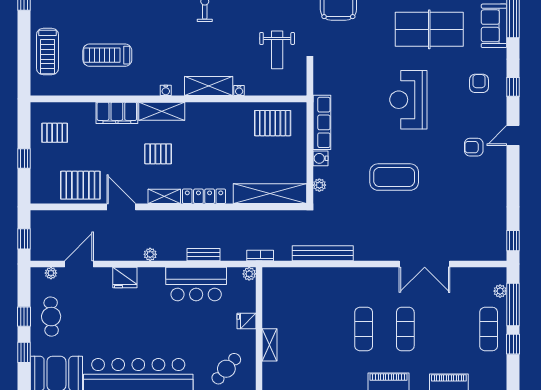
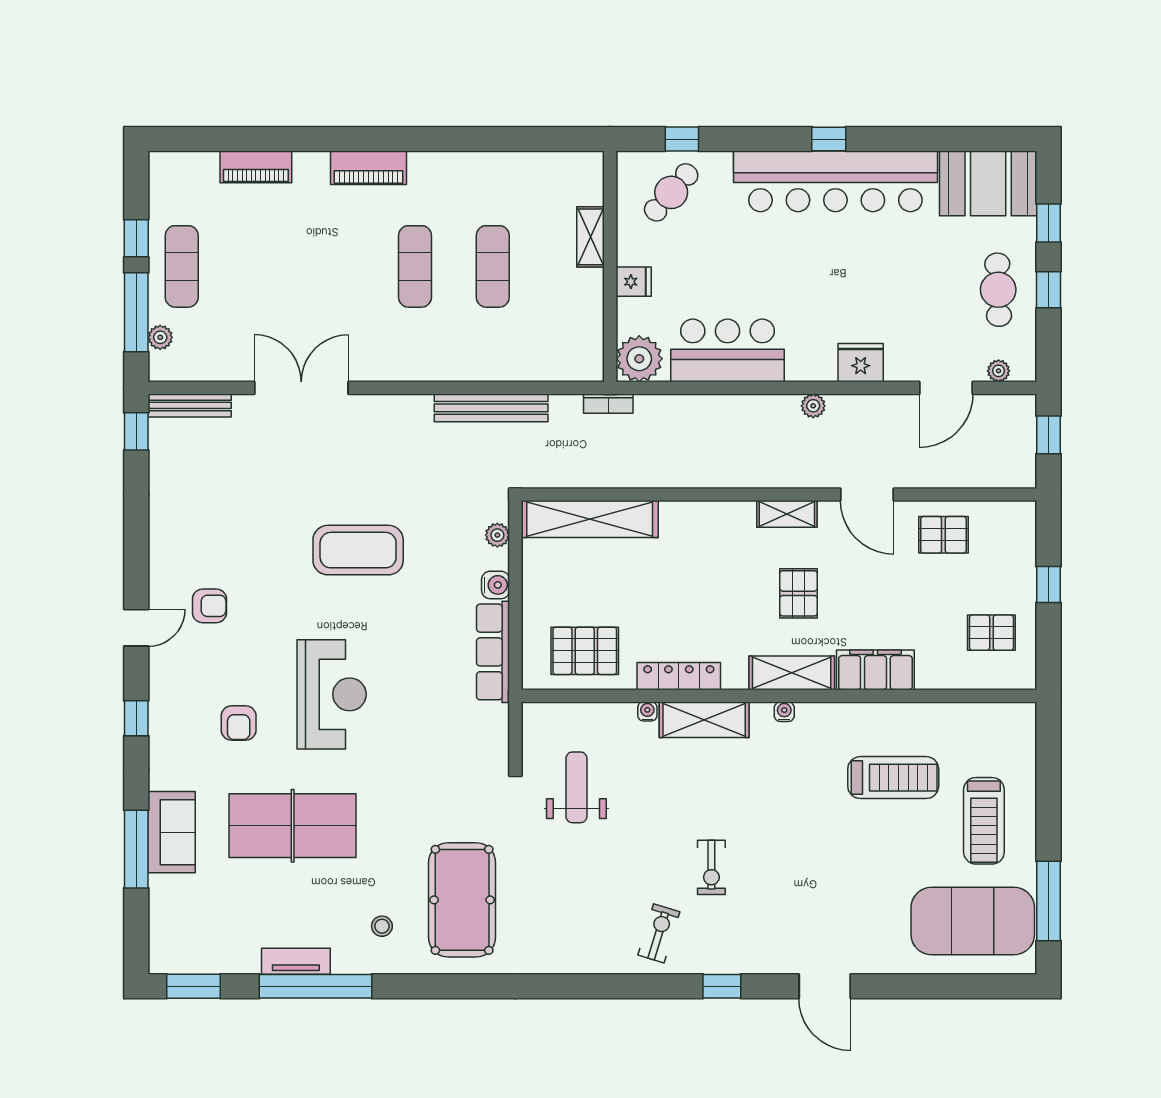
treadmill: (48, 51) -> (984, 821), moved, turned 180
armchair: (479, 83) -> (239, 723), moved
pallet: (158, 154) -> (799, 593), turned 90
pallet: (80, 185) -> (943, 535), width x0.67, depth x0.71
locker: (204, 196) -> (679, 676), moved, turned 180
bench: (204, 255) -> (190, 405), moved, width x1.36
plant: (249, 274) -> (639, 359), width x1.88, depth x1.88
exercise mat: (405, 329) -> (493, 266), moved

